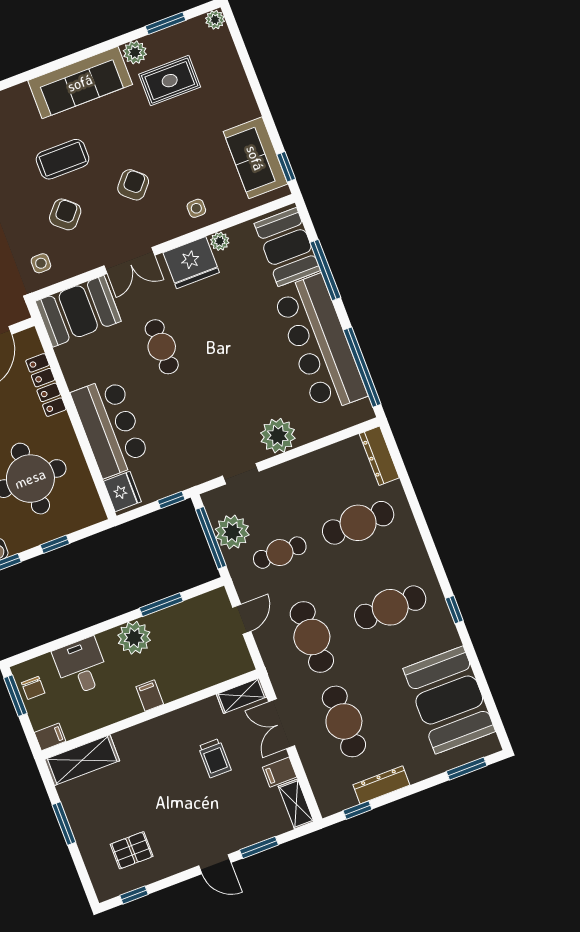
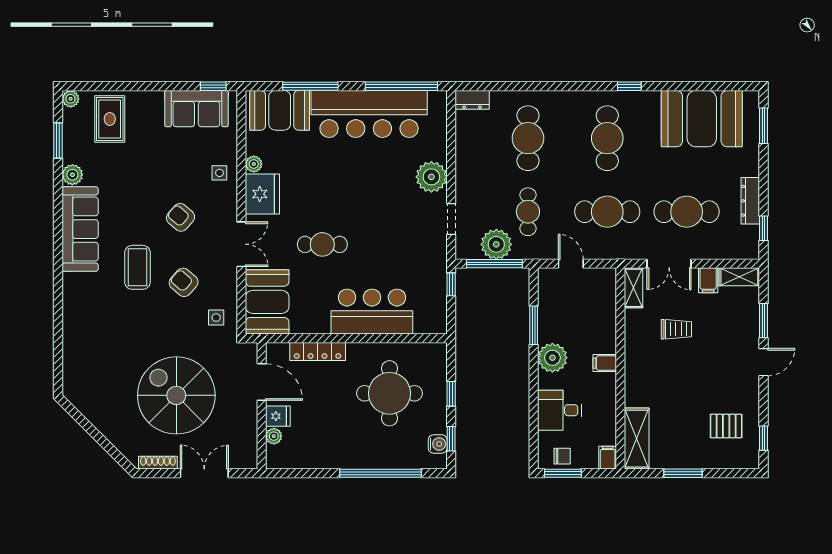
rug: (170, 81) -> (110, 119), moved
dresser: (379, 456) -> (472, 100), width x0.70
fridge: (122, 491) -> (429, 322), removed
pallet: (132, 850) -> (726, 426), turned 90

